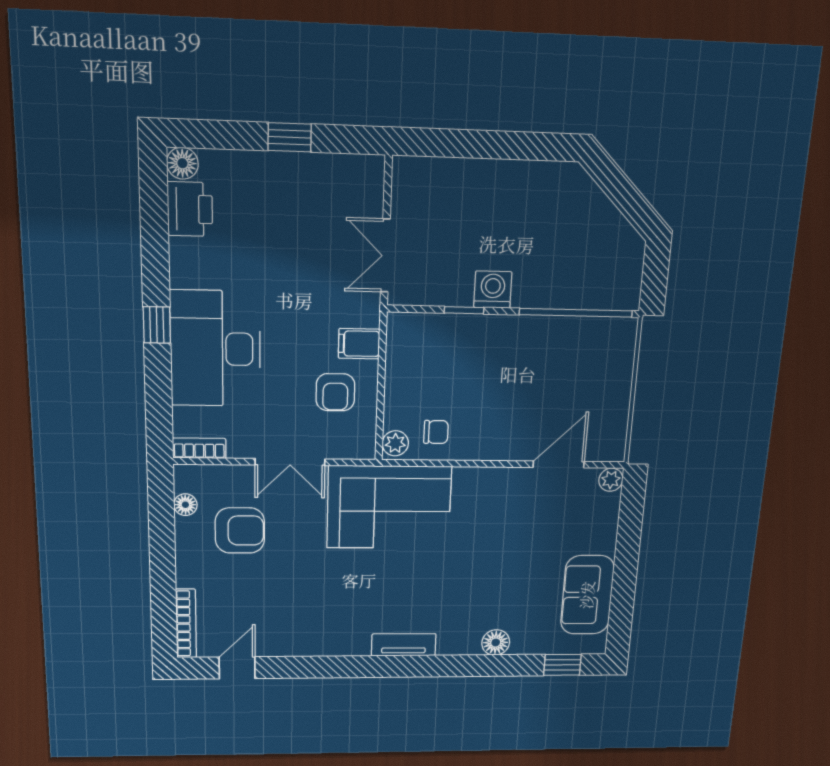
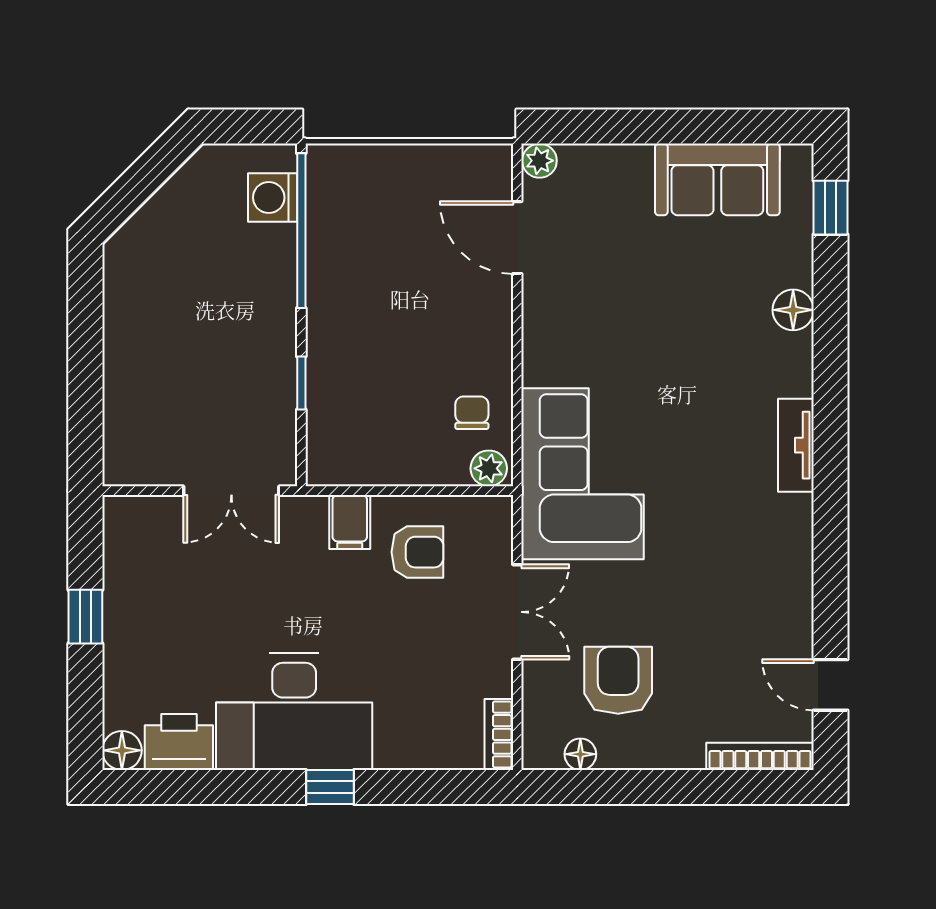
washing machine: (493, 290) -> (273, 198), moved
desk: (215, 349) -> (294, 712), moved

